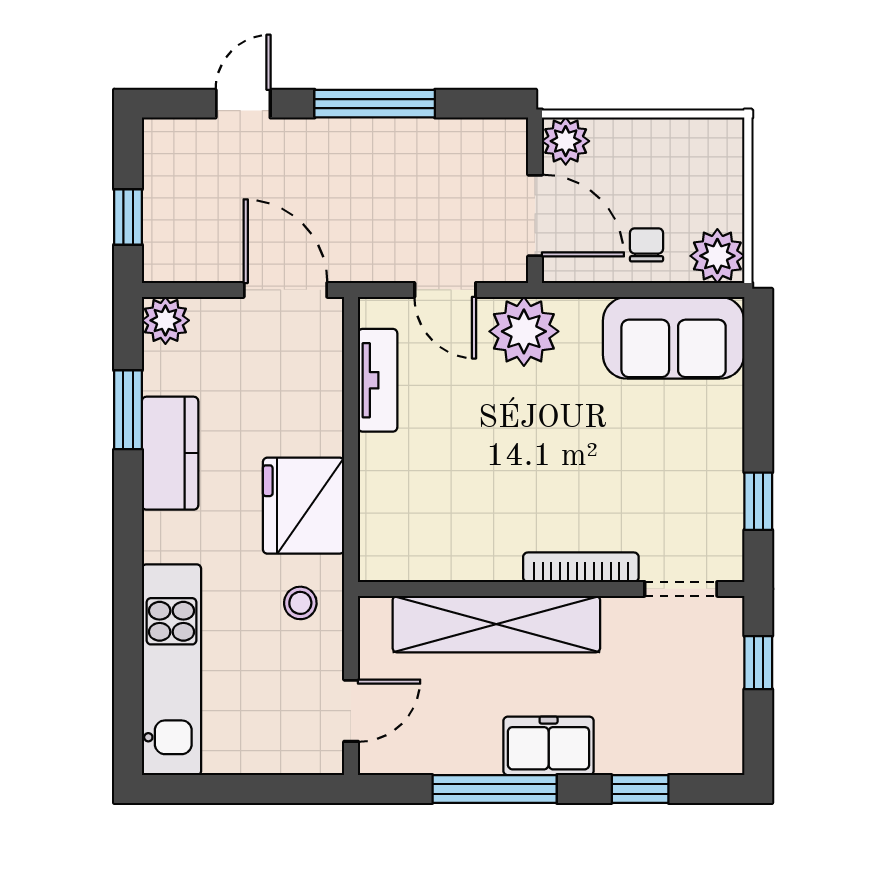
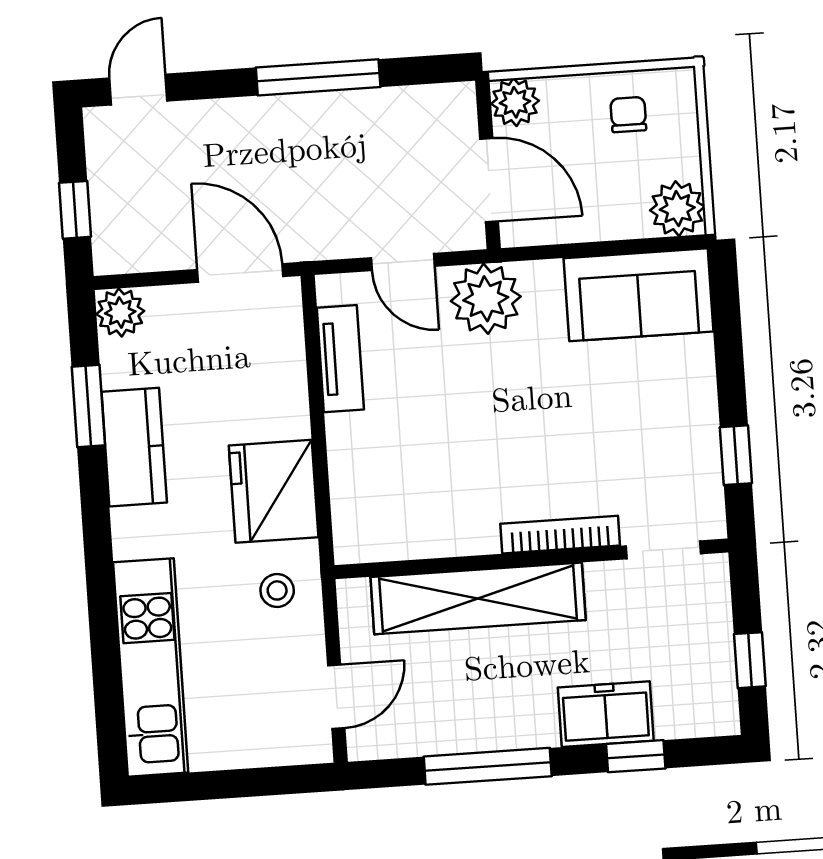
door: (243, 104) -> (138, 90), moved
chair: (647, 245) -> (628, 115), moved
window: (758, 663) -> (750, 660), moved
freezer: (549, 746) -> (606, 714), moved

